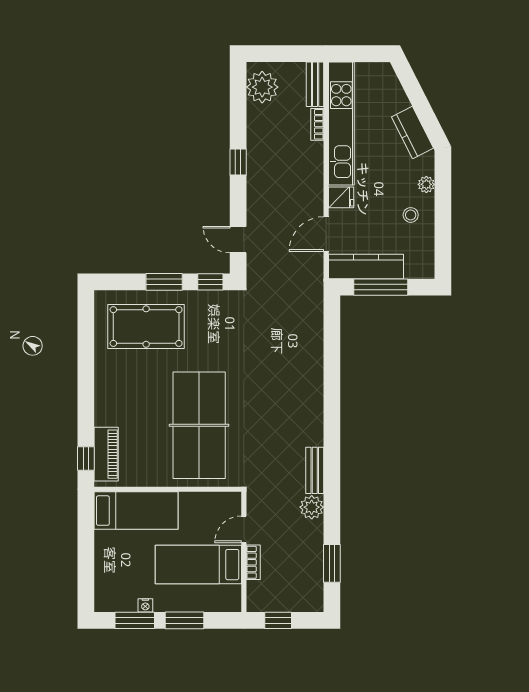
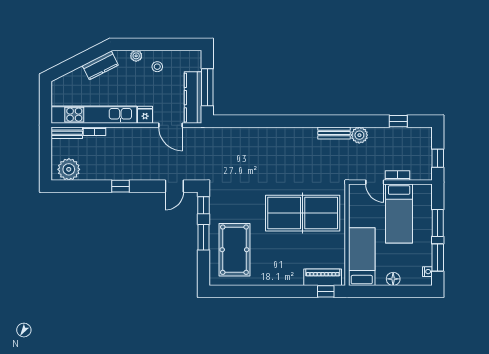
floor lamp: (104, 556) -> (393, 279), added
window: (332, 563) -> (398, 121), width x0.67
nightstand: (145, 605) -> (427, 272), moved

